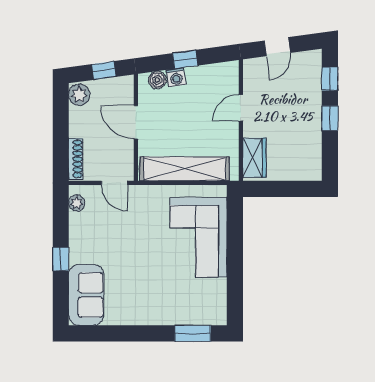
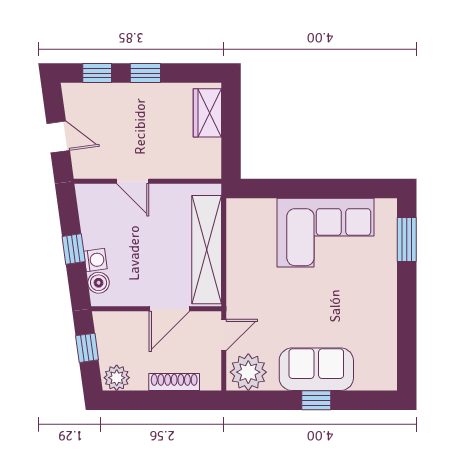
door: (136, 122) -> (169, 309), moved
wardrobe: (254, 158) -> (207, 113), moved, turned -90
shoe rack: (76, 159) -> (174, 382), moved
plant: (77, 203) -> (248, 372), width x1.88, depth x1.88
corner sofa: (199, 237) -> (326, 233), moved
sofa: (86, 295) -> (316, 369), moved

